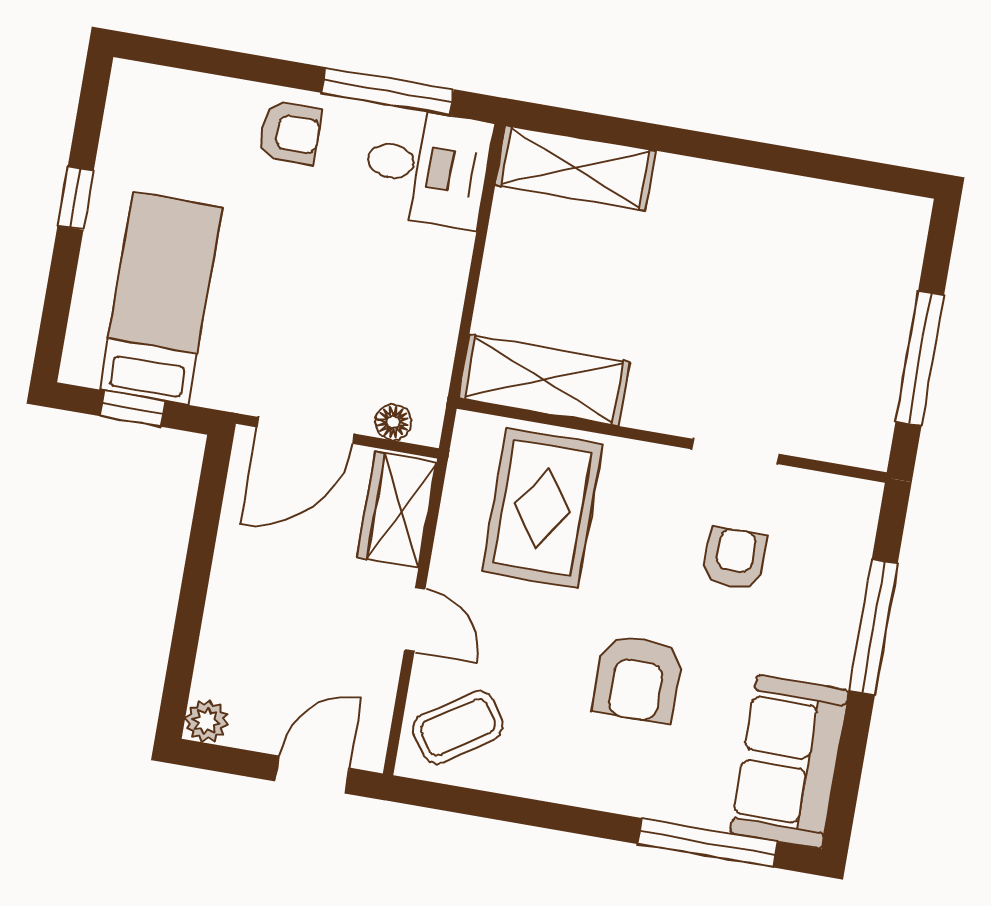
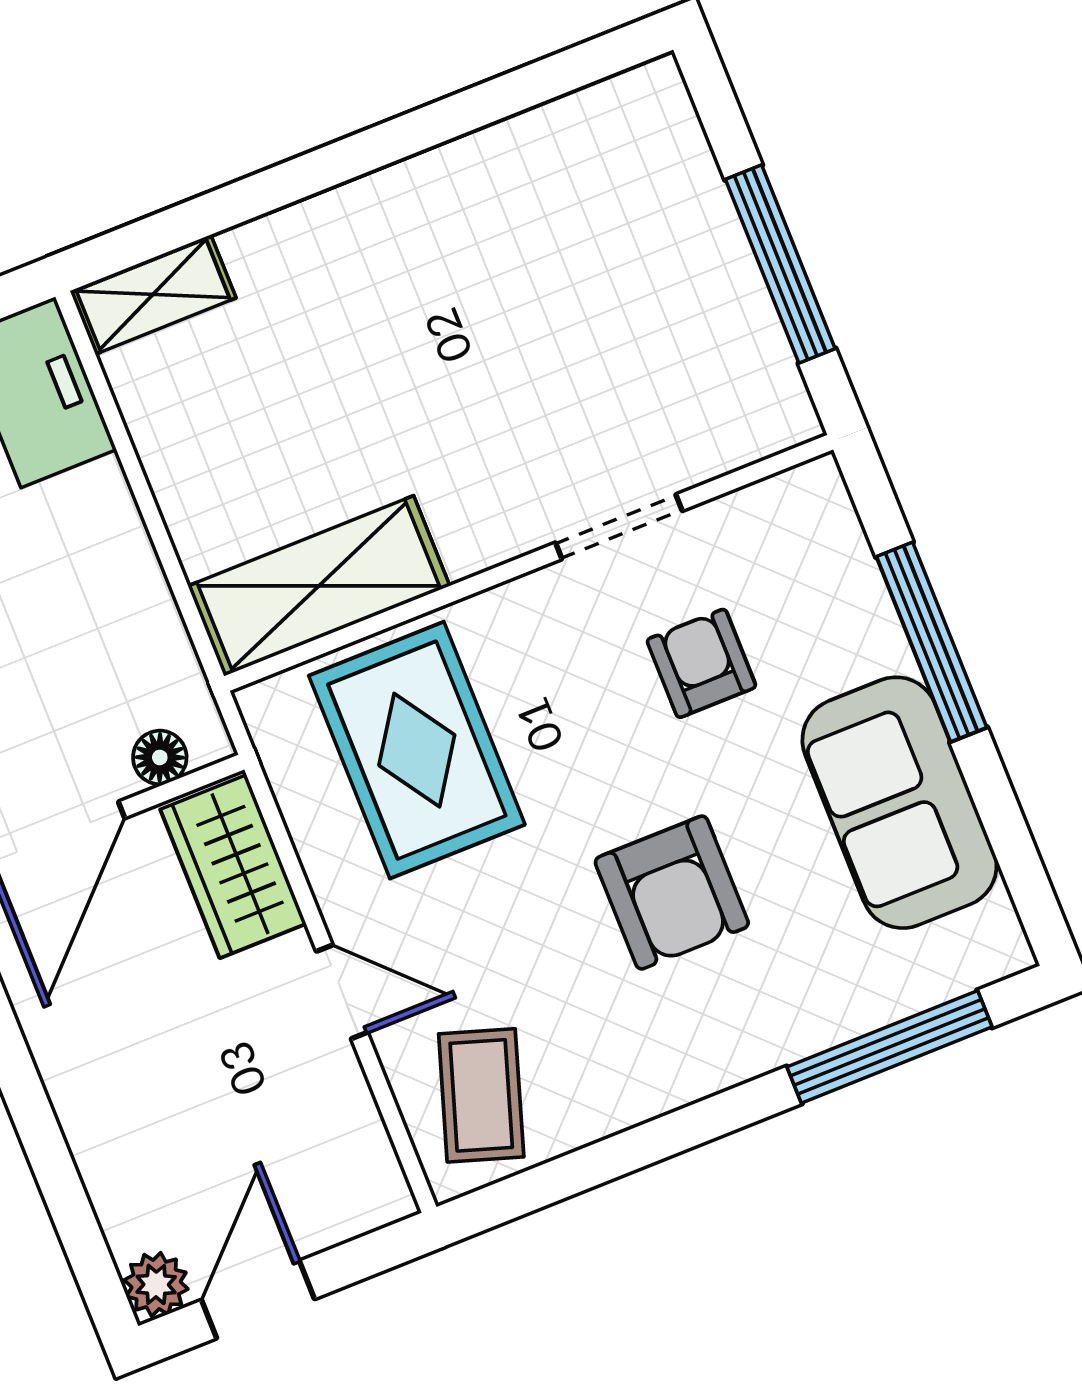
shelving: (575, 168) -> (153, 294), width x0.67, depth x0.75
coffee table: (458, 727) -> (481, 1095), turned -38
sofa: (789, 762) -> (899, 803), moved
door: (312, 775) -> (258, 1299), moved

